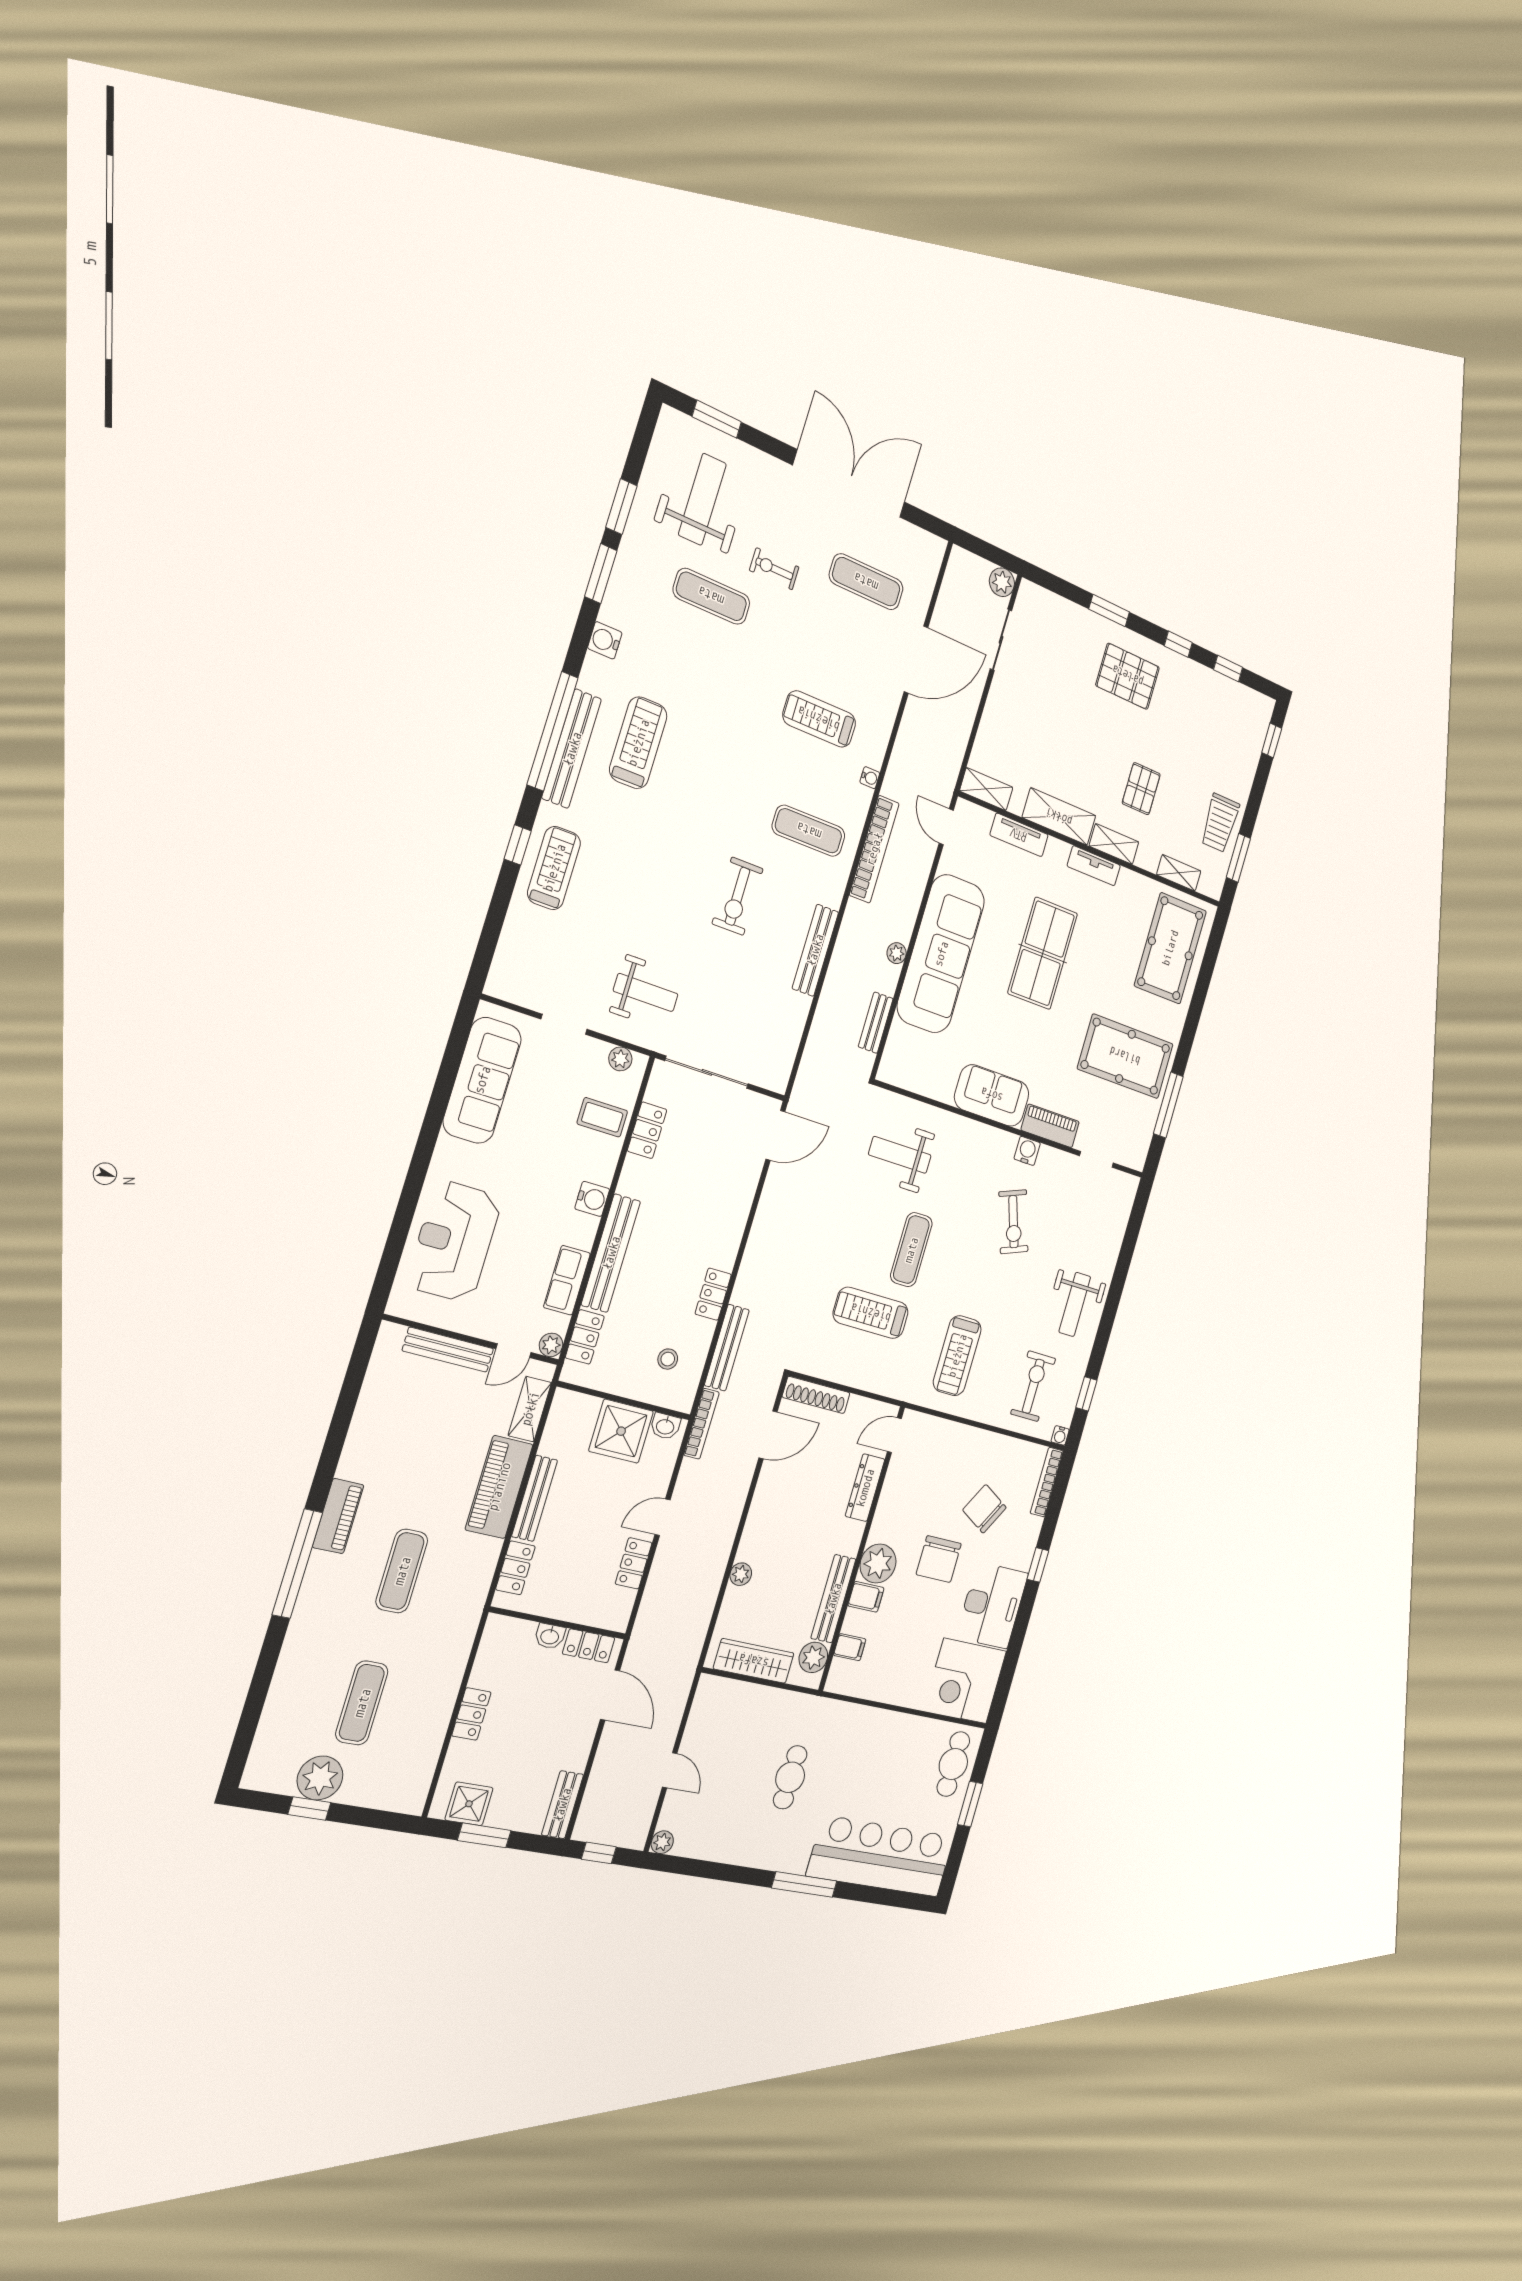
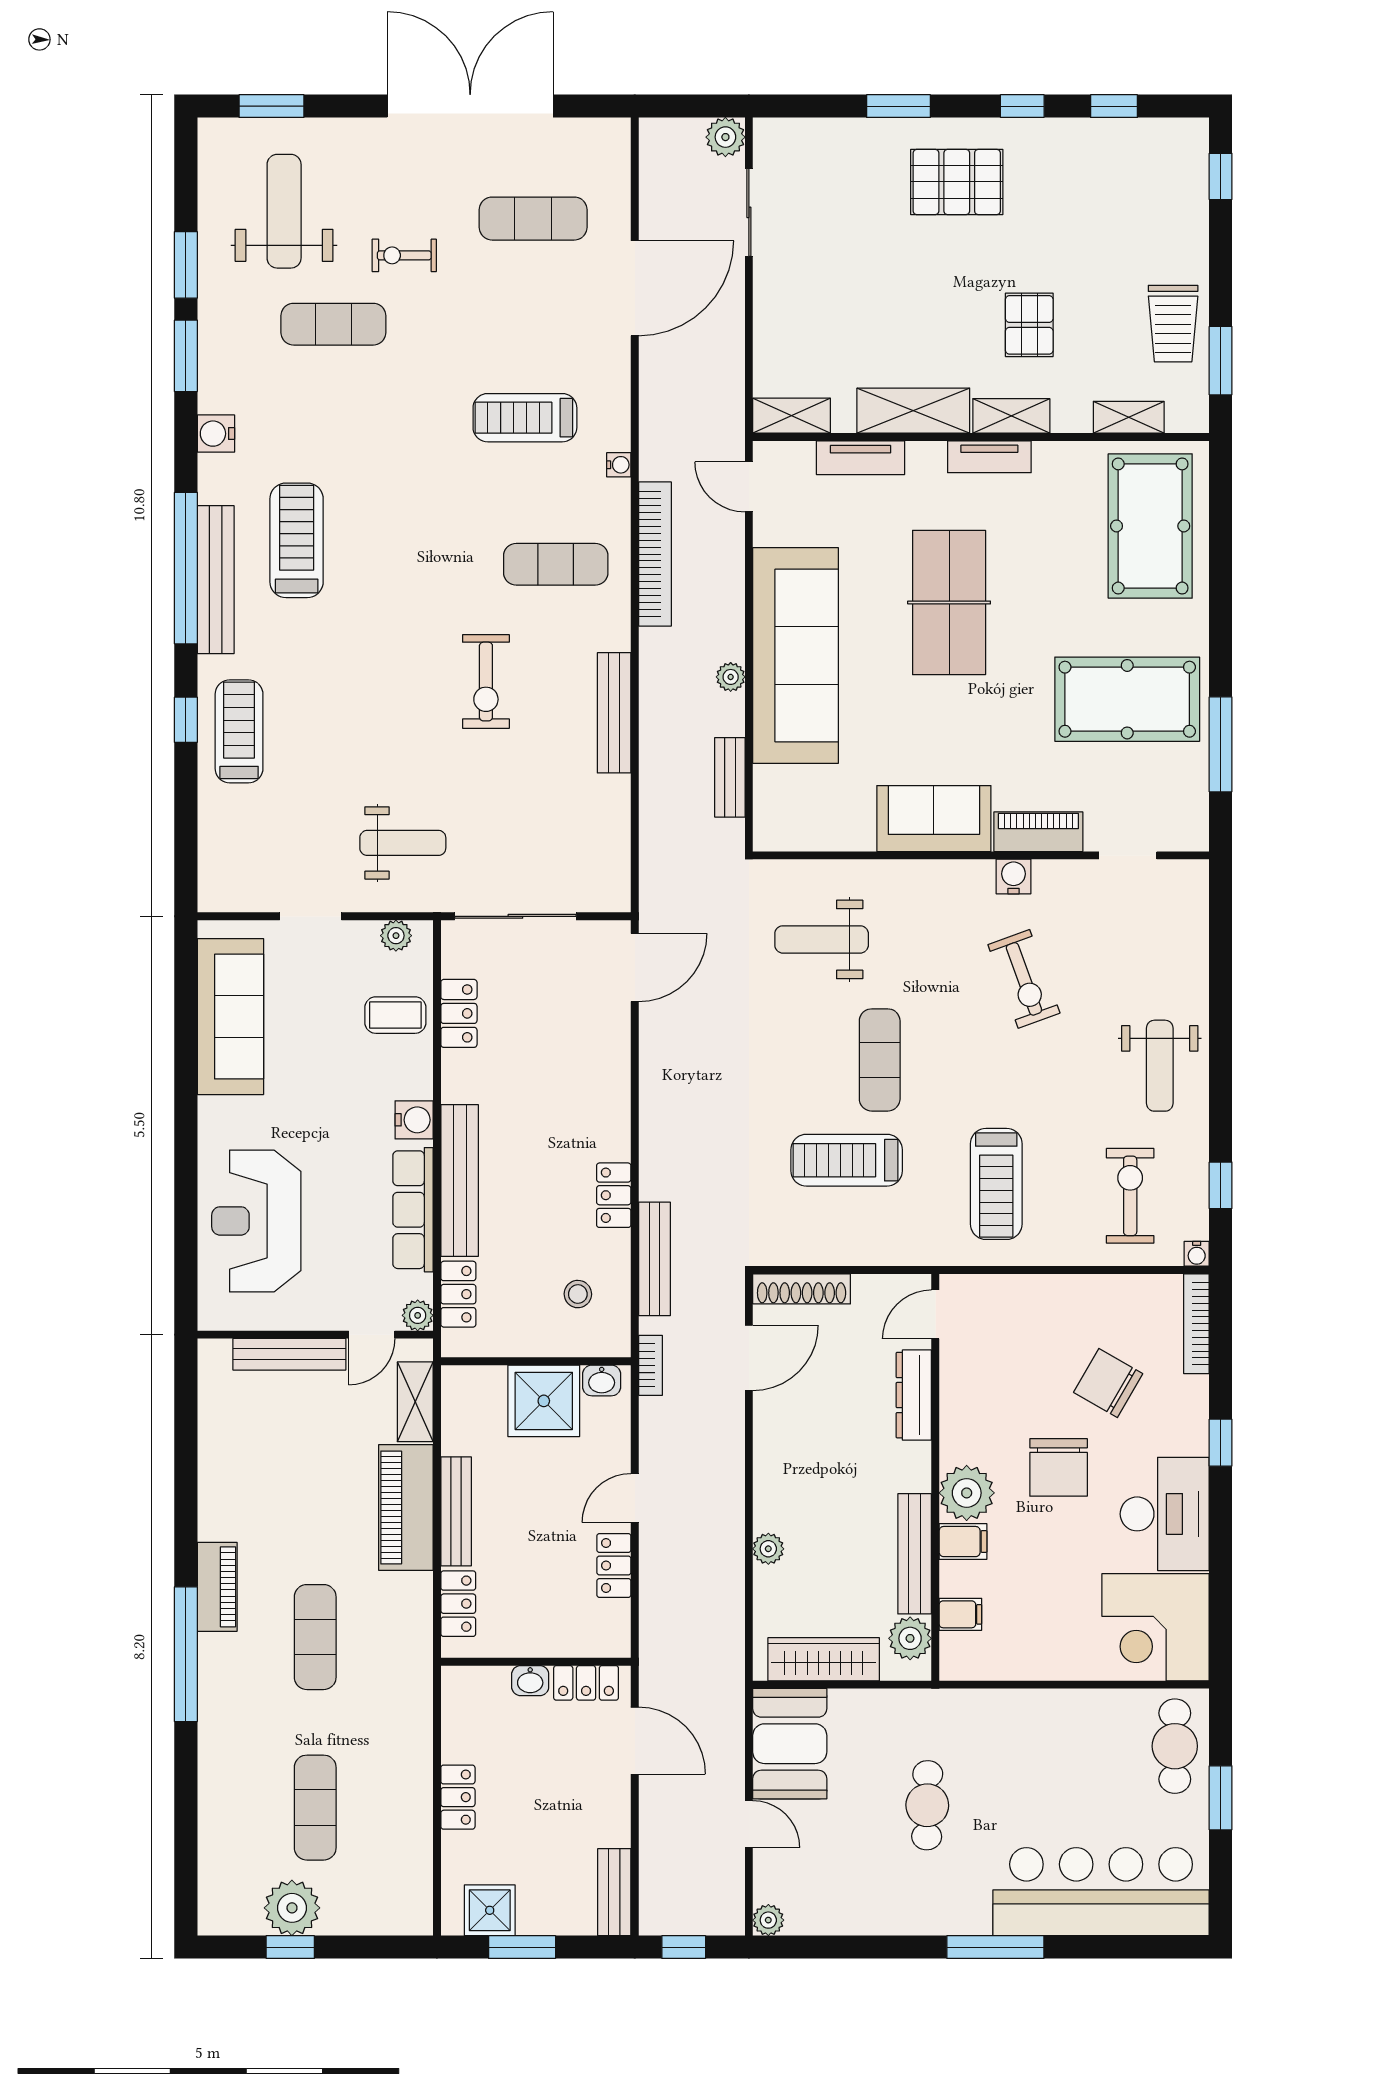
row of seats: (567, 1280) -> (413, 1210), width x1.48
bookcase: (702, 1424) -> (651, 1365), width x0.64
booth: (714, 1717) -> (790, 1744), added

